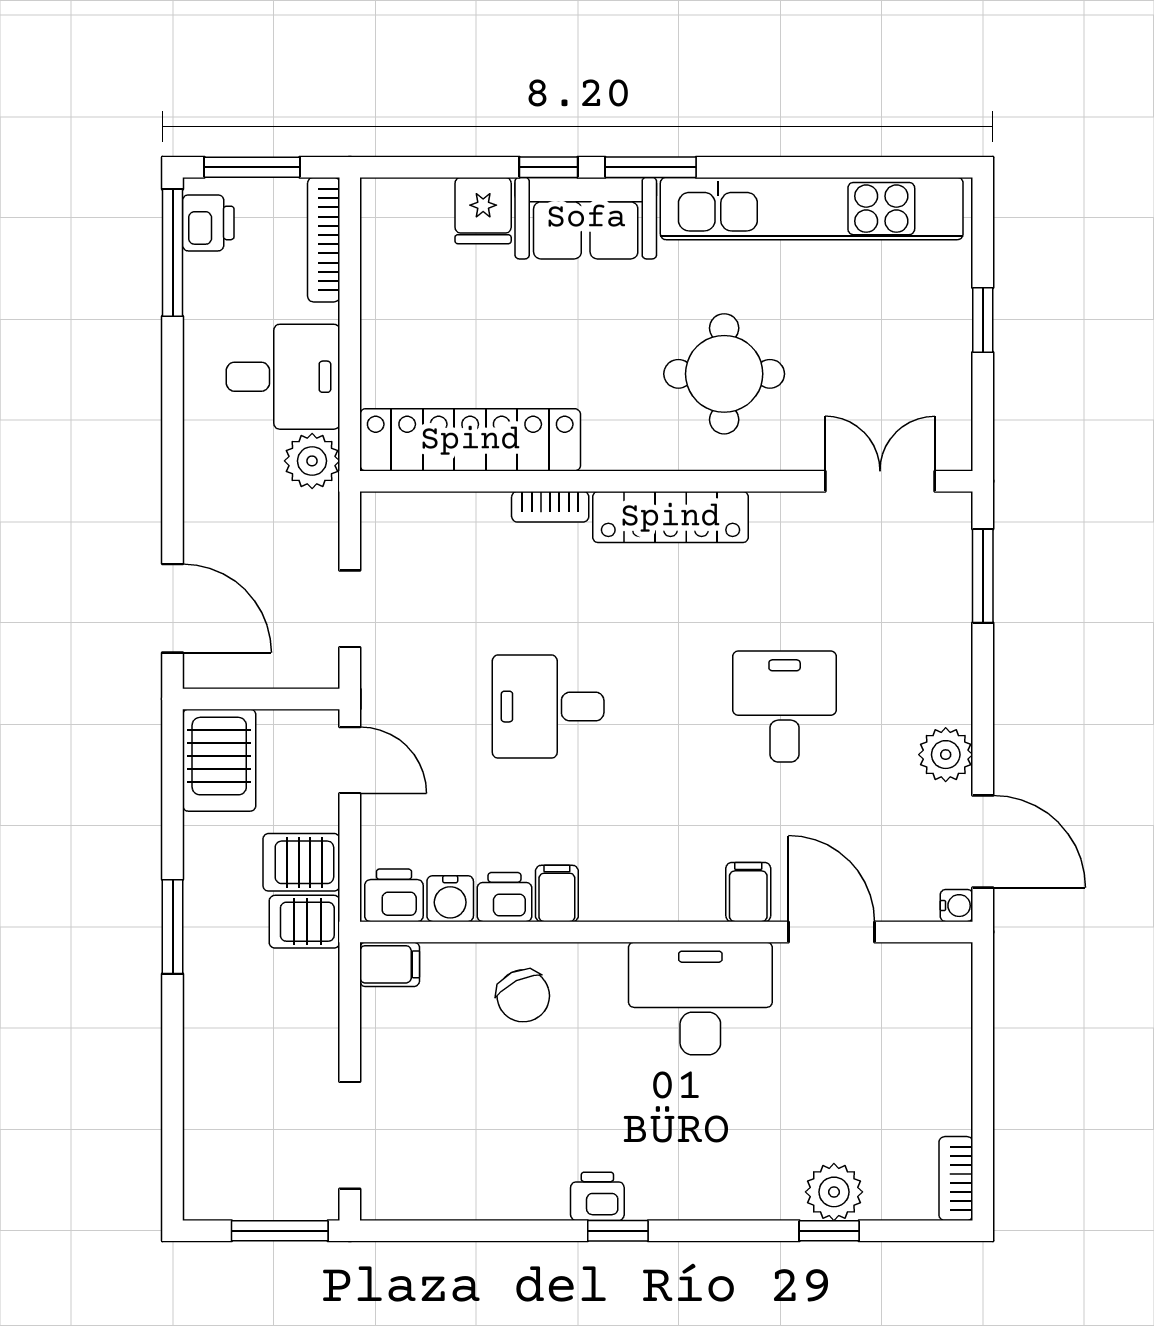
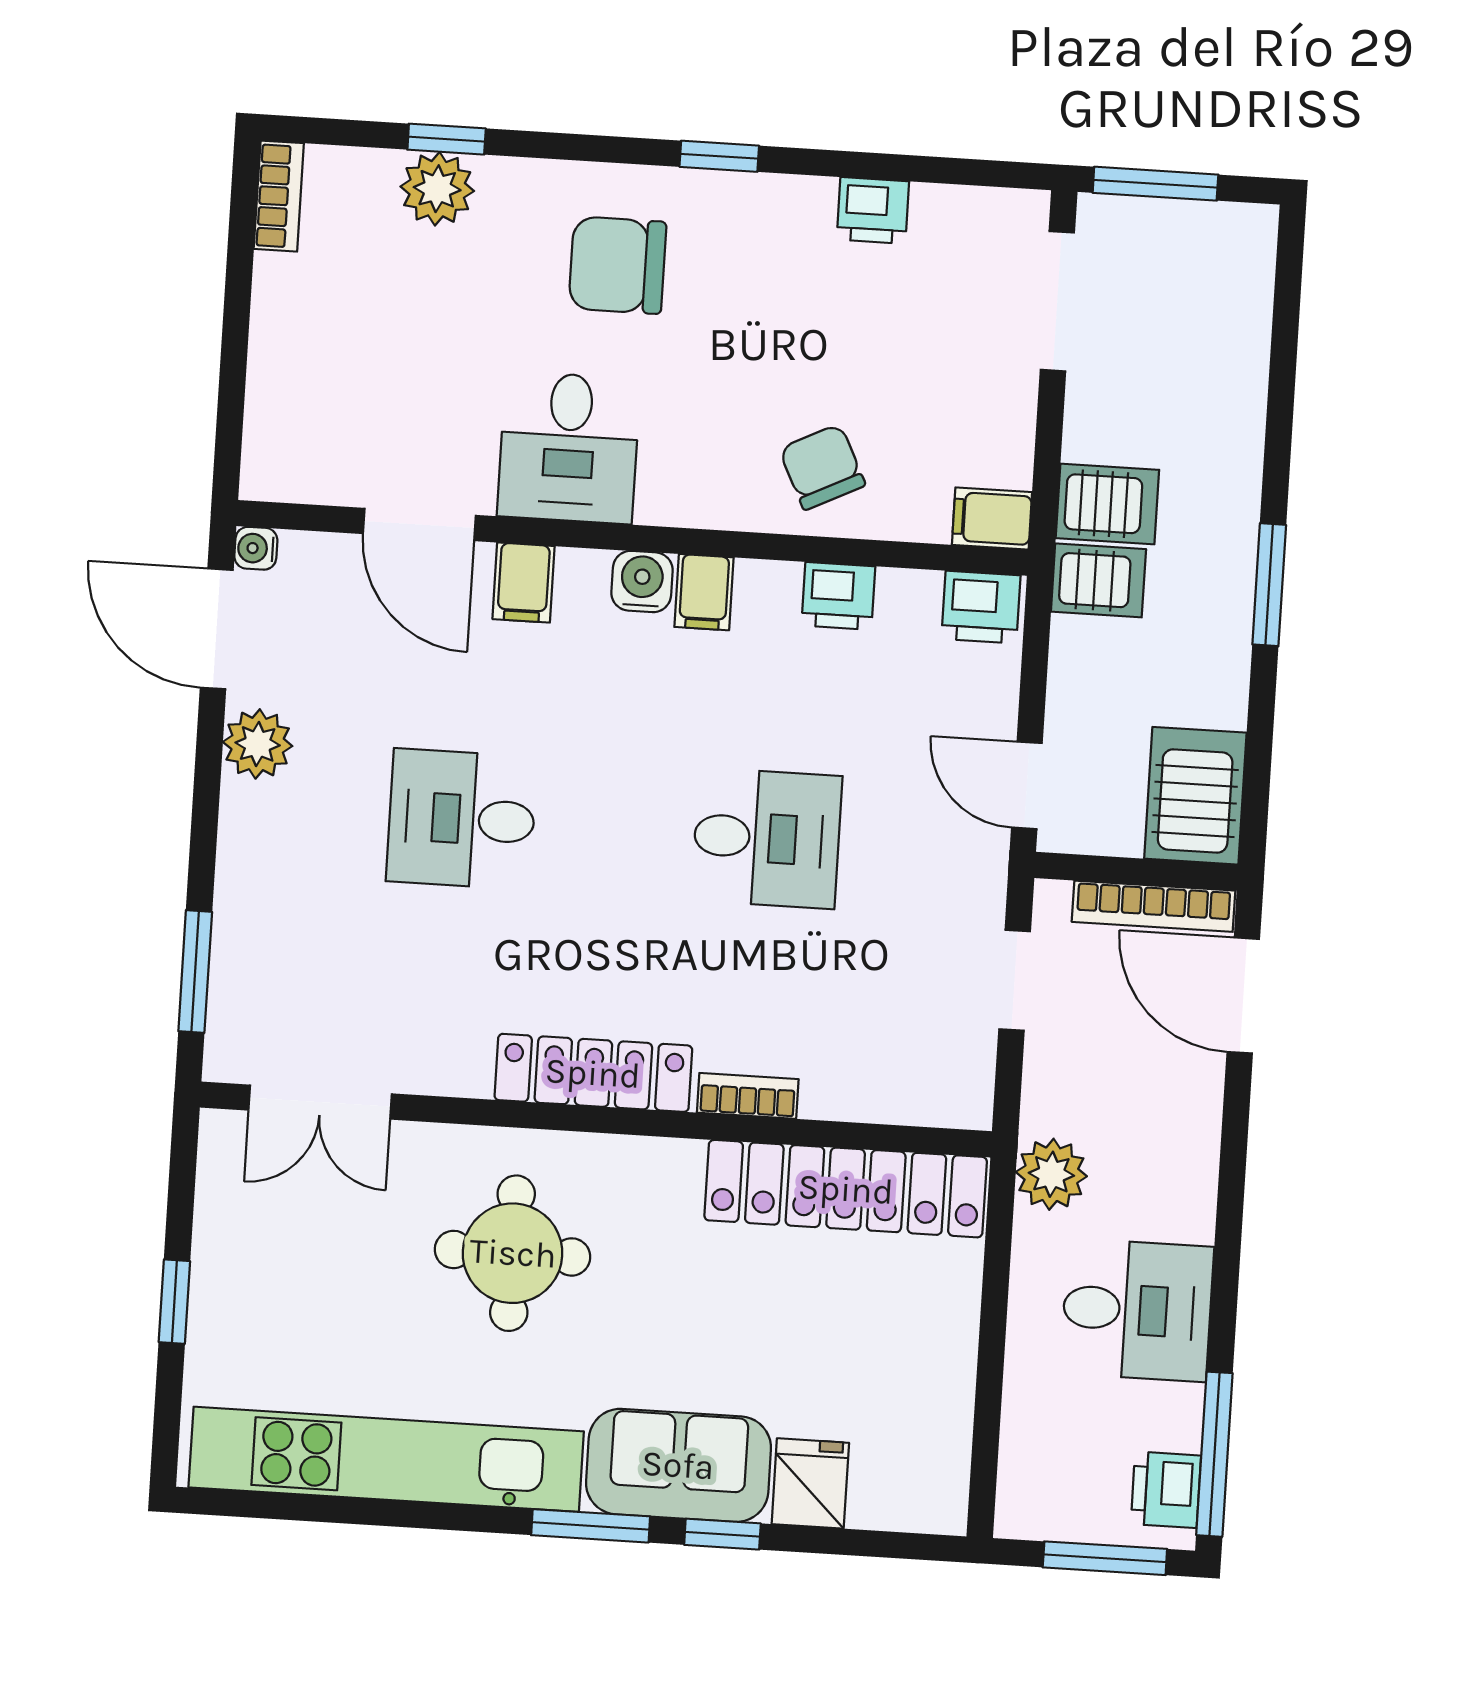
bookcase: (324, 240) -> (1153, 906), moved, turned 90
desk: (283, 377) -> (1137, 1310), moved, turned 180
desk: (785, 707) -> (462, 819), turned 90
server rack: (301, 862) -> (1107, 504), moved
filing cabinet: (557, 893) -> (704, 592), moved
water cooler: (450, 899) -> (642, 582), moved
desk: (700, 998) -> (569, 448), width x0.73
chair: (691, 1142) -> (617, 265), added
printer: (597, 1196) -> (873, 210), moved

